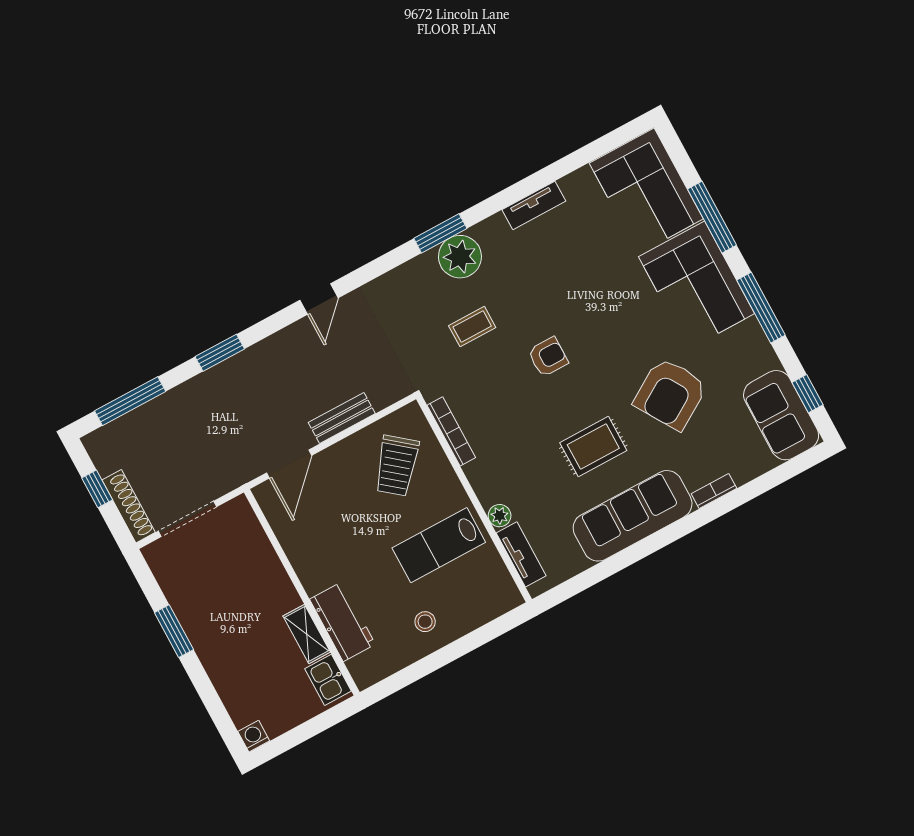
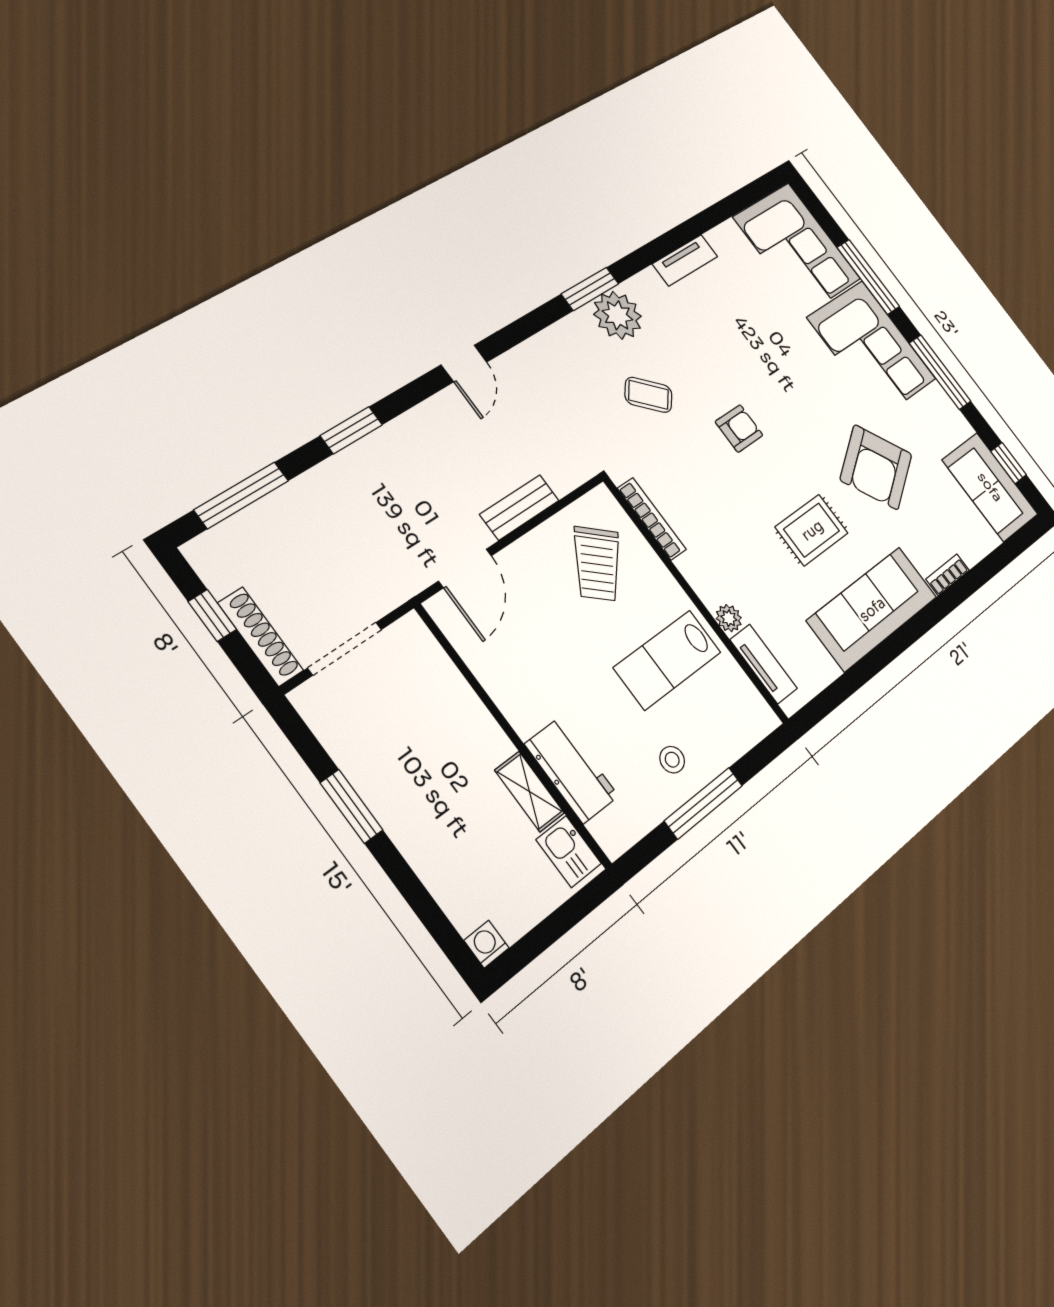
coffee table: (472, 327) -> (648, 395), turned 43
window: (443, 657) -> (704, 803), added

